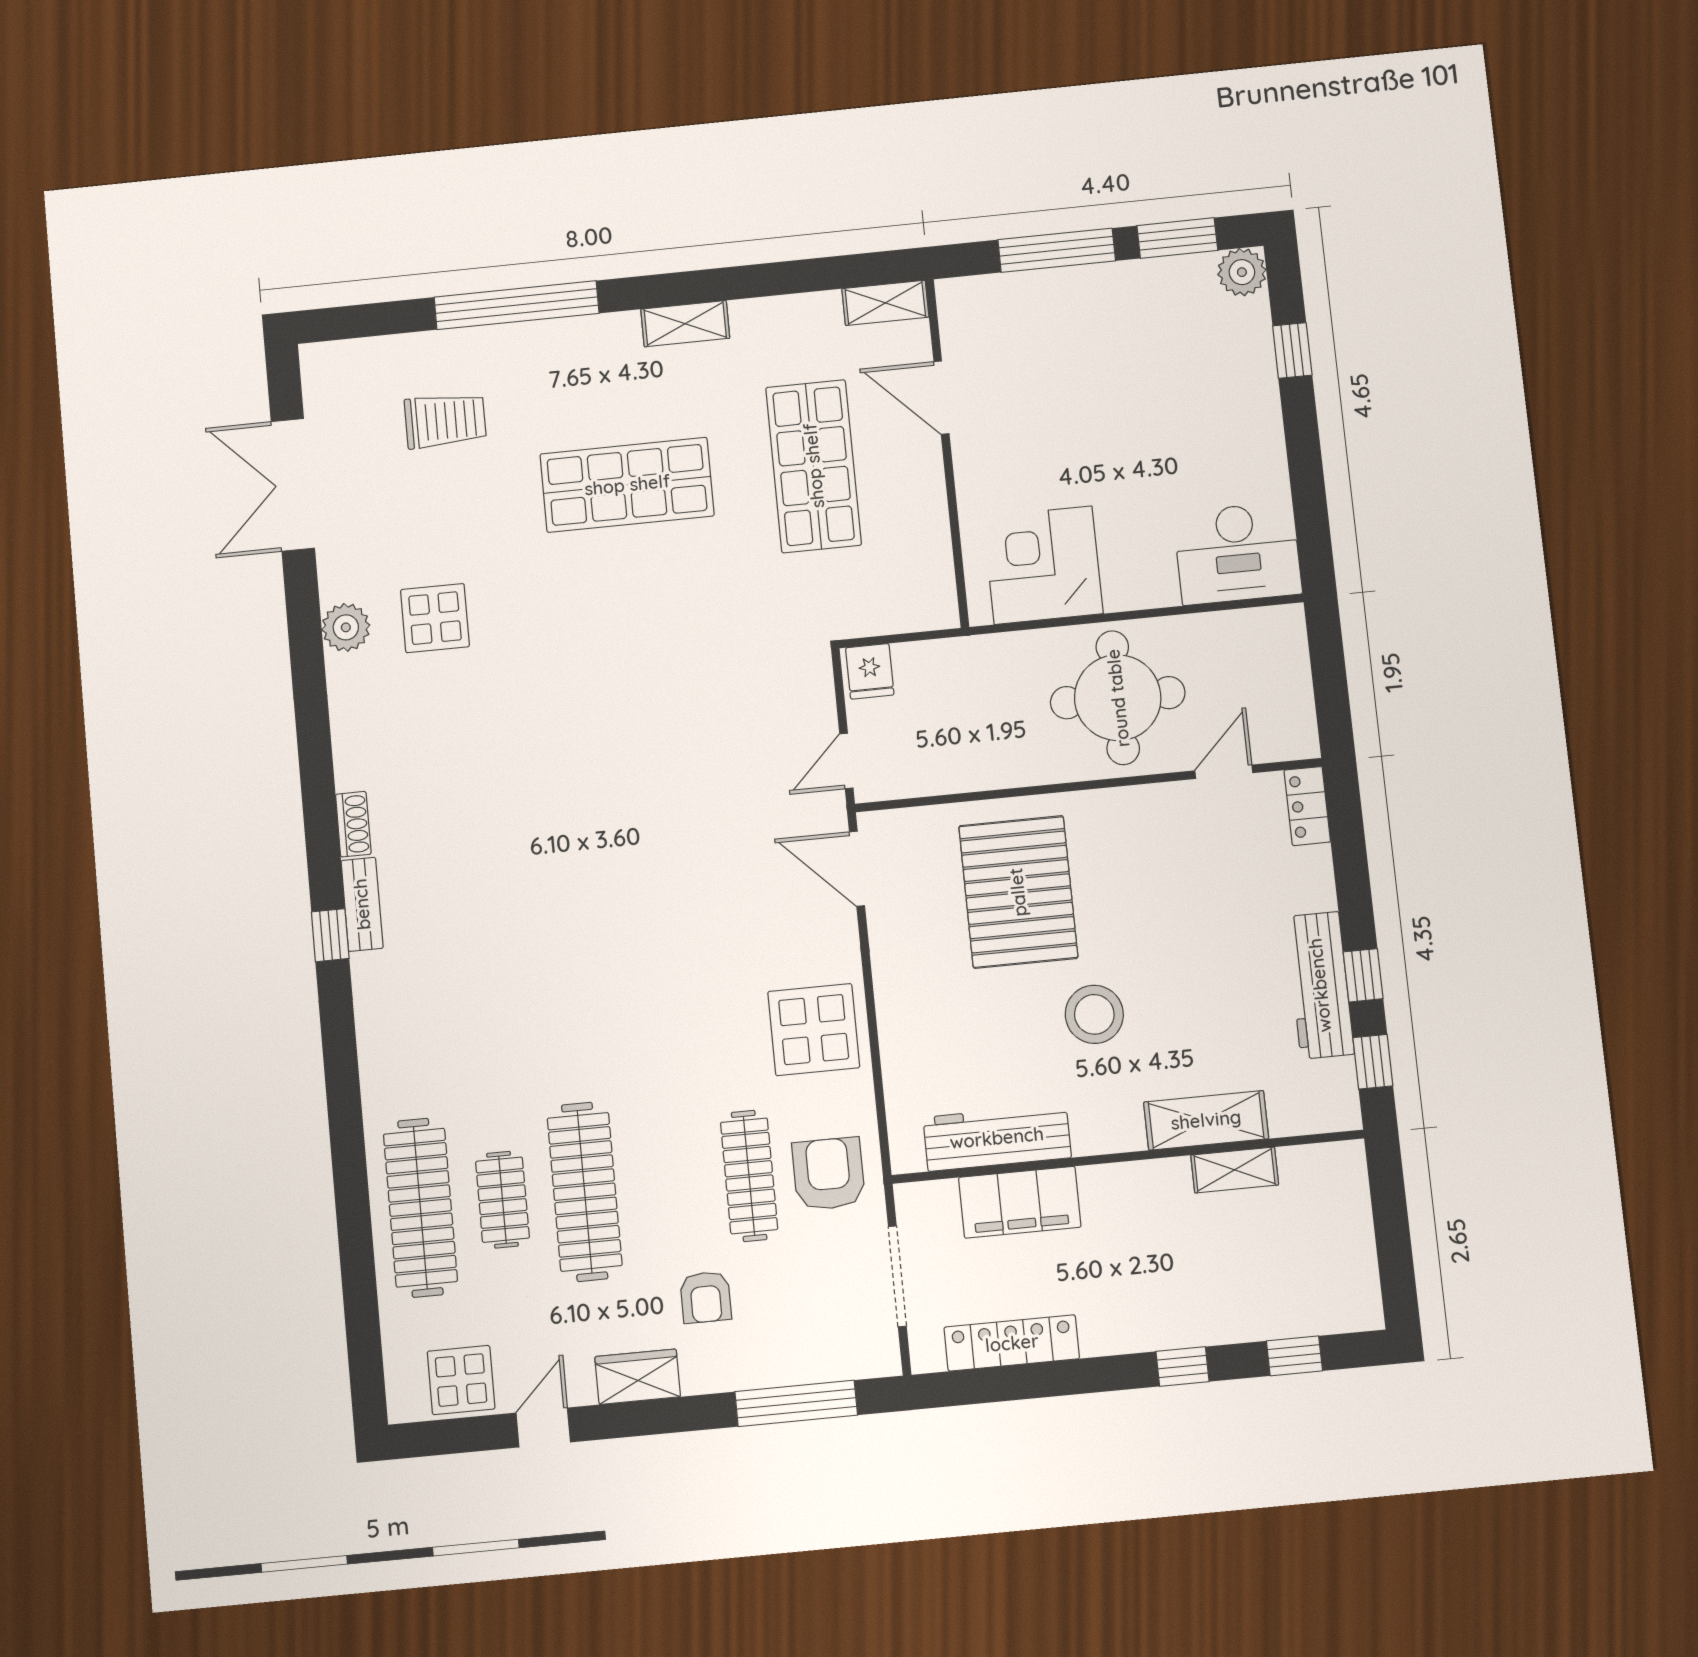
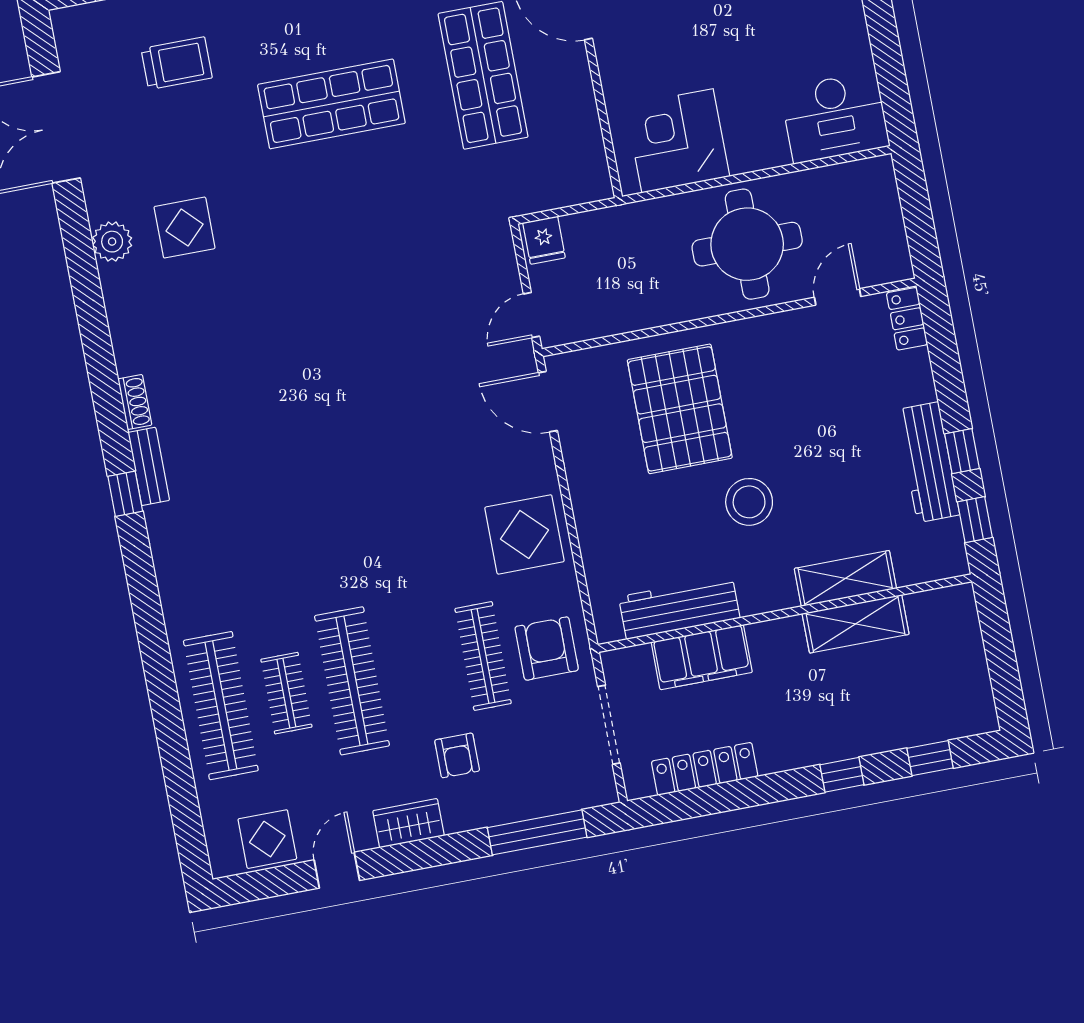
shelving: (1235, 1170) -> (856, 624), width x1.50, depth x1.33

